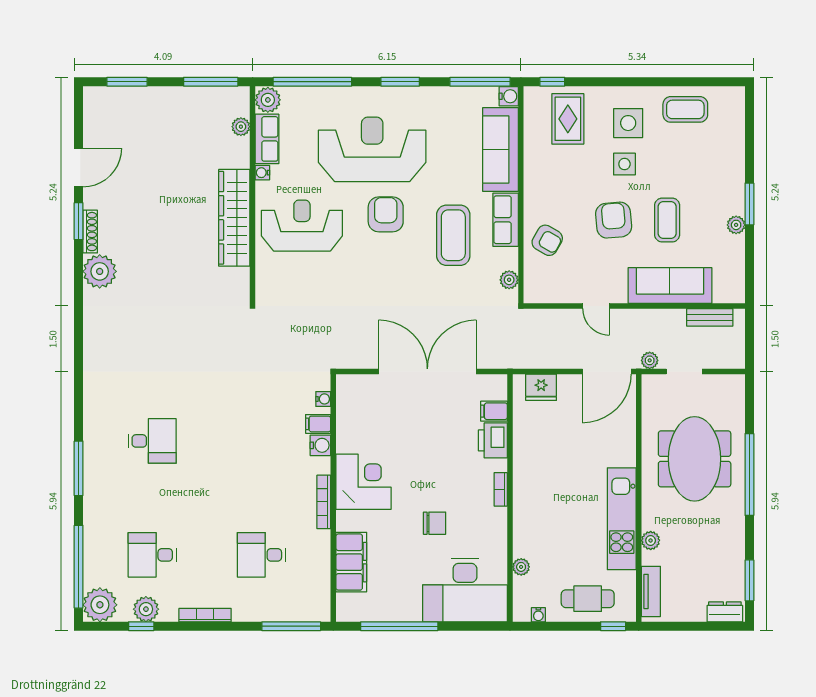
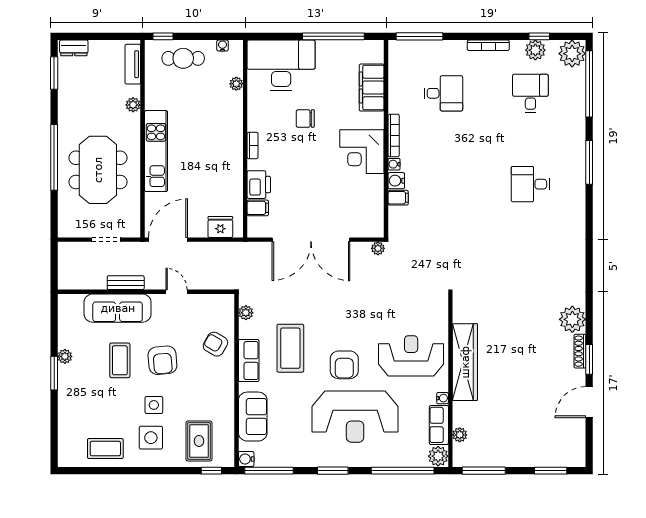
sofa: (500, 150) -> (253, 417), width x0.73
reception desk: (302, 226) -> (411, 356), turned 180
bench: (710, 317) -> (126, 283), moved
plant: (650, 360) -> (378, 248), moved
water cooler: (323, 399) -> (394, 164), moved
kitchen unit: (622, 519) -> (156, 151), moved
desk: (152, 555) -> (530, 93), turned -90

